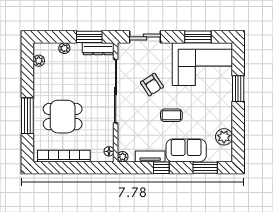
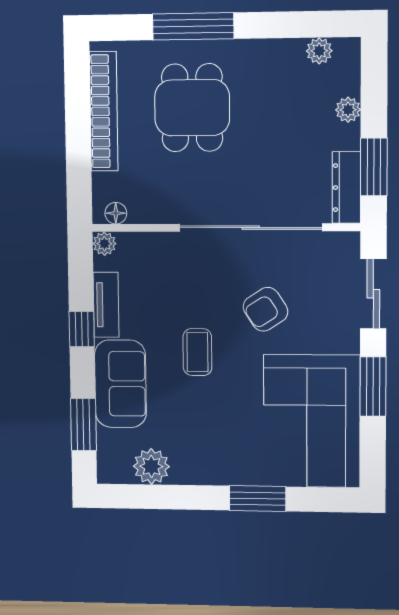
window: (198, 37) -> (373, 386), moved

